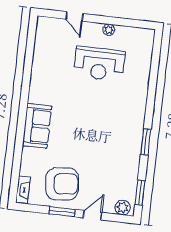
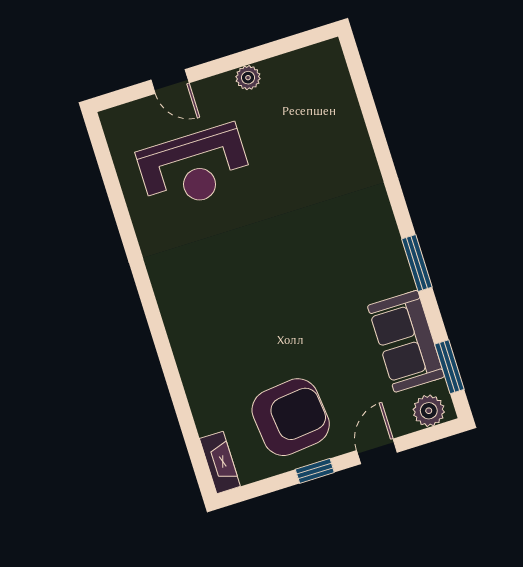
reception desk: (99, 64) -> (194, 168), moved
sofa: (37, 126) -> (406, 341), moved, turned 180
window: (62, 212) -> (315, 471), width x0.67

